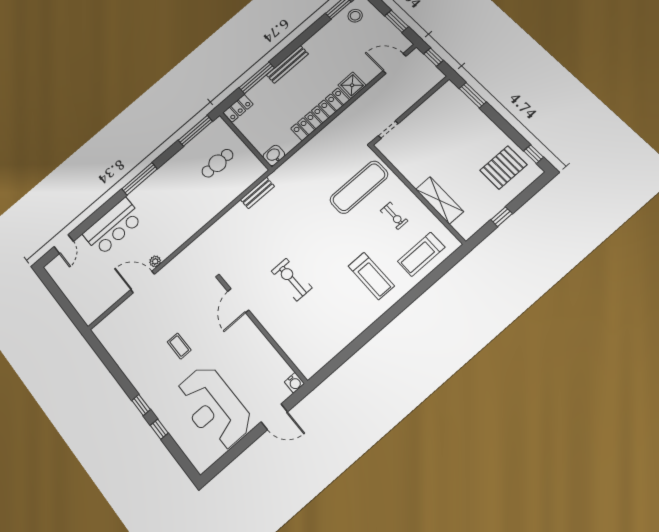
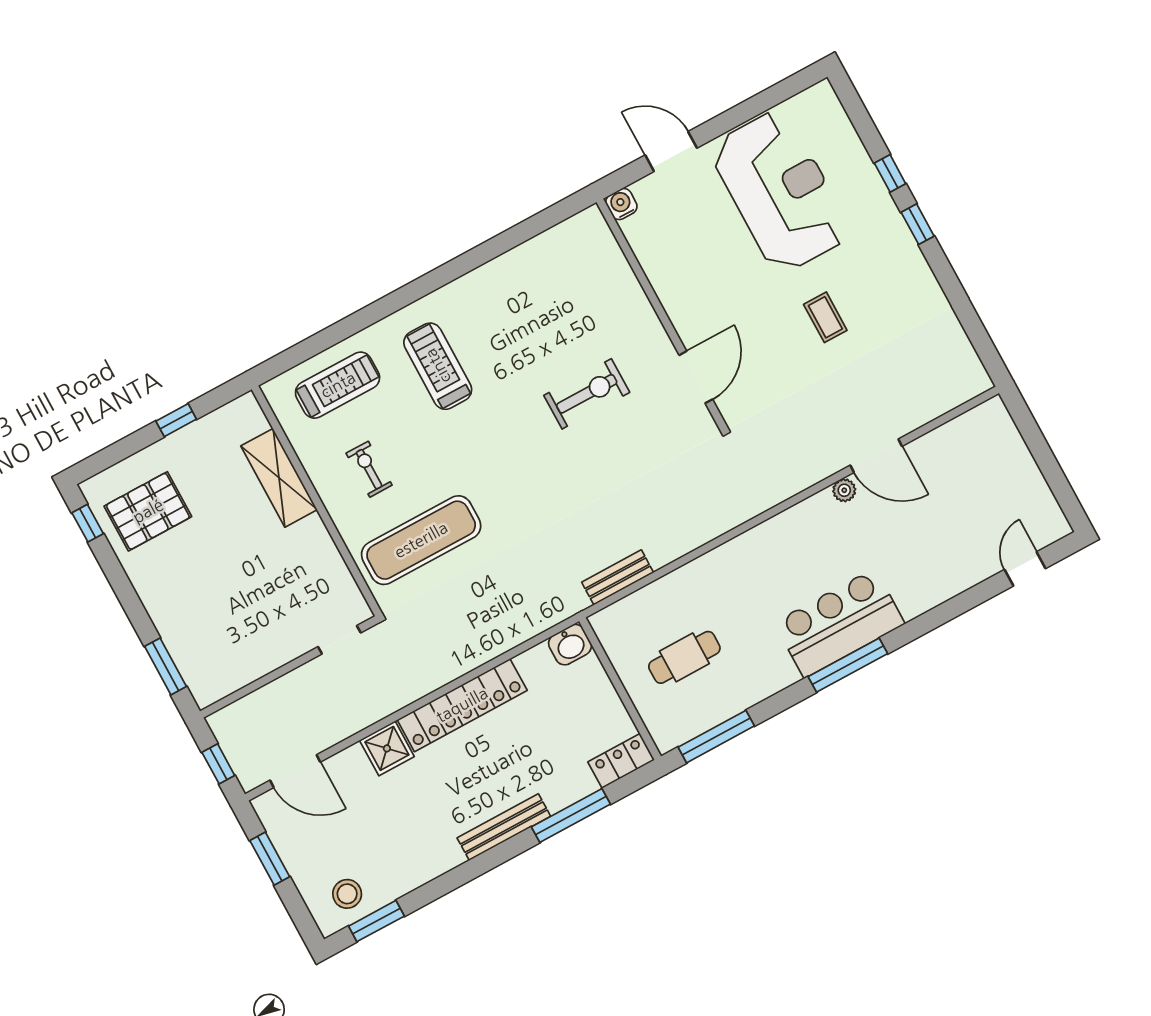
bar counter: (113, 227) -> (839, 623), moved
exercise bike: (292, 279) -> (587, 394), turned -90

